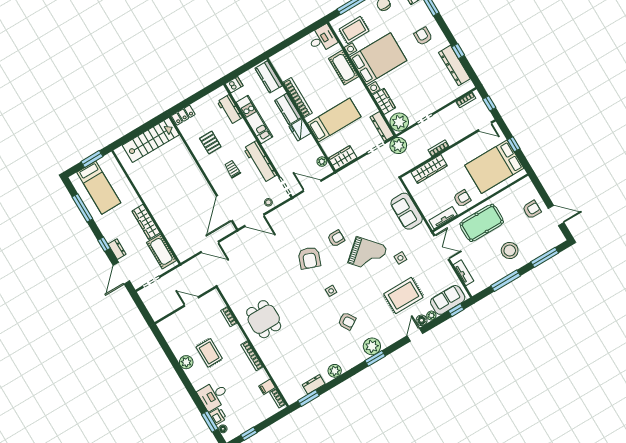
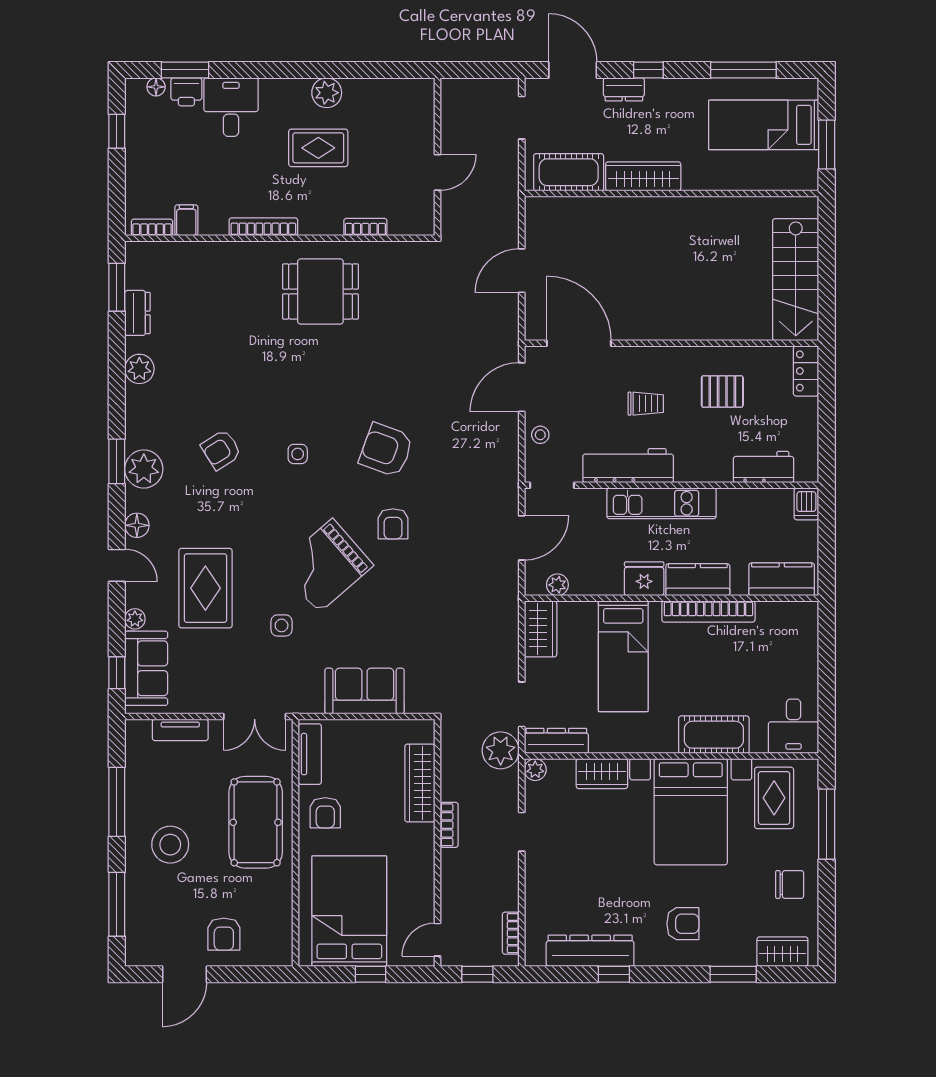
kitchen unit: (255, 119) -> (661, 503), moved
plant: (399, 122) -> (535, 770), width x0.53, depth x0.53
floor lamp: (422, 320) -> (137, 525), moved

